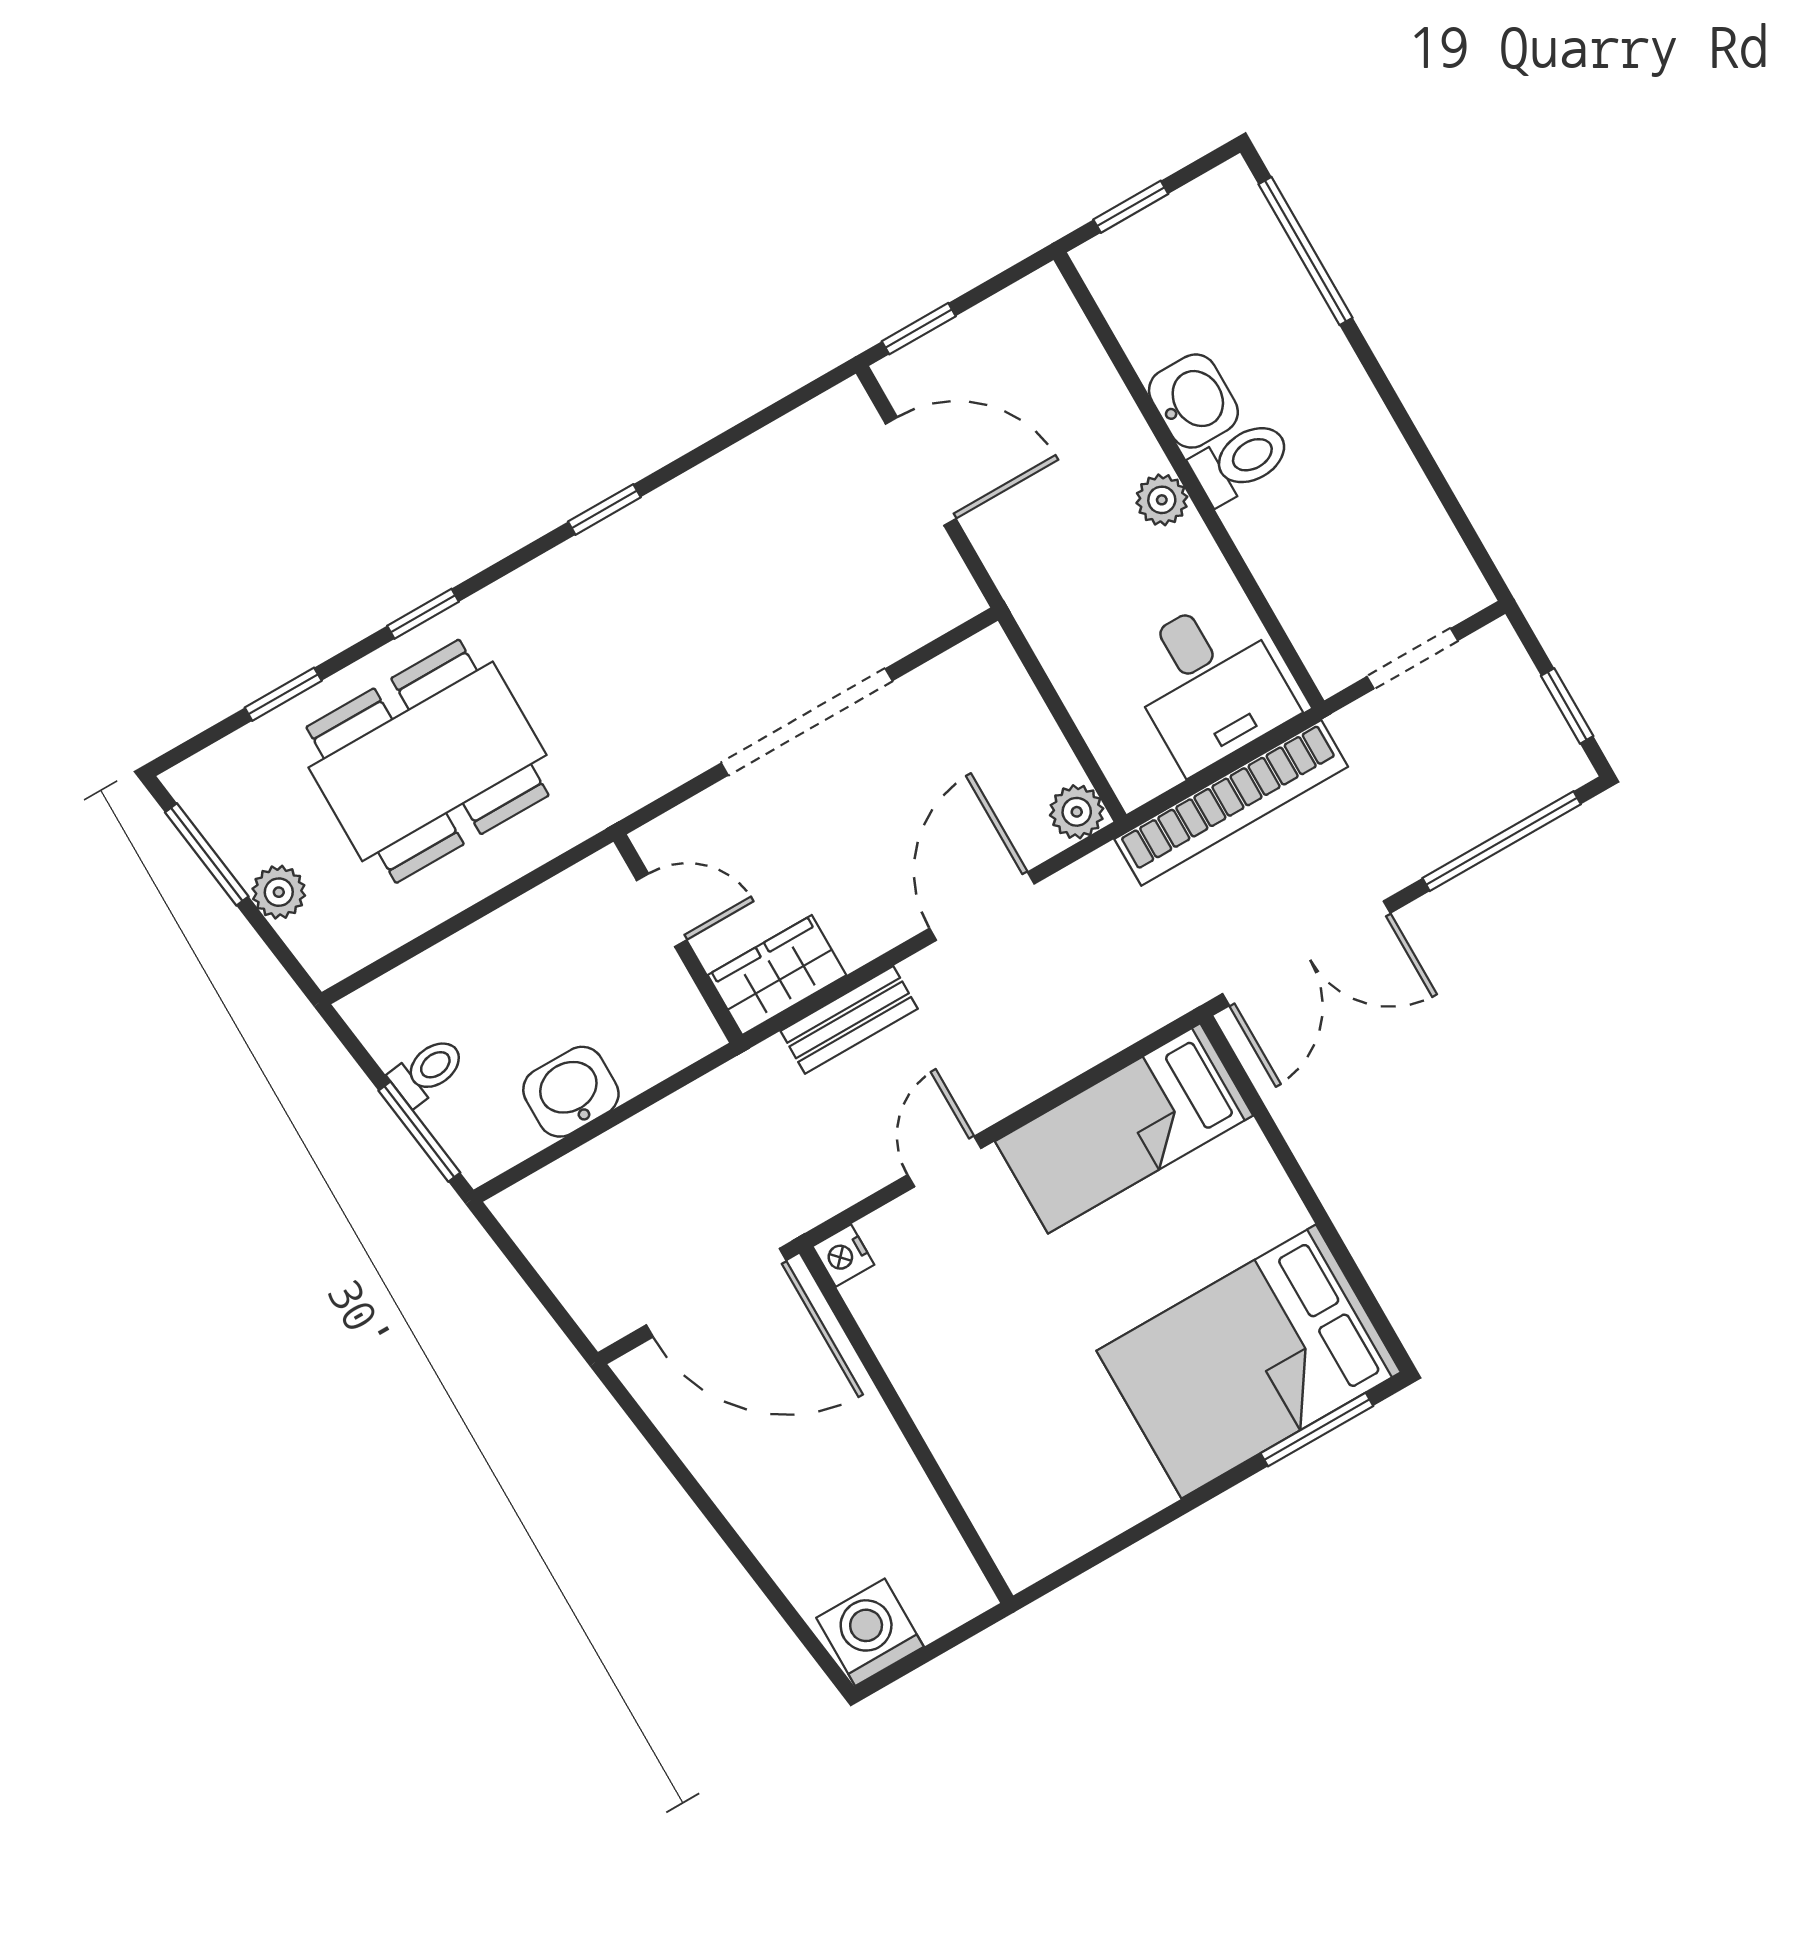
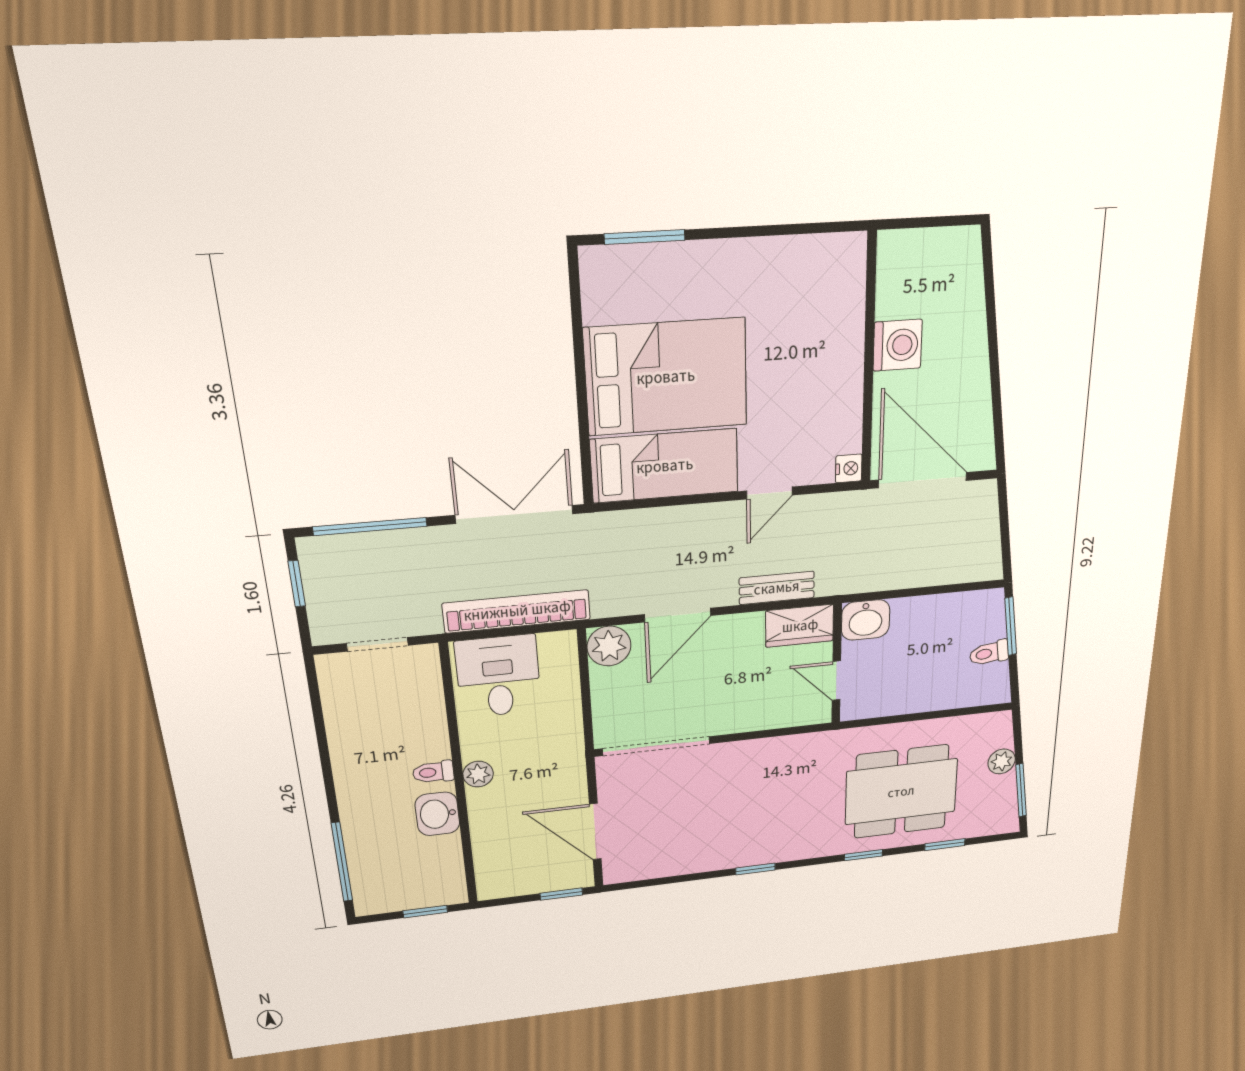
toilet: (1241, 461) -> (433, 772), width x0.73, depth x0.72
doorway: (807, 722) -> (656, 746), moved
plant: (1077, 812) -> (609, 646), width x1.38, depth x1.38
washbasin: (571, 1092) -> (866, 620), moved
bed: (1249, 1361) -> (666, 377), moved
washing machine: (870, 1632) -> (898, 345), moved, turned -90

